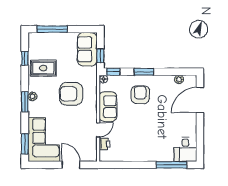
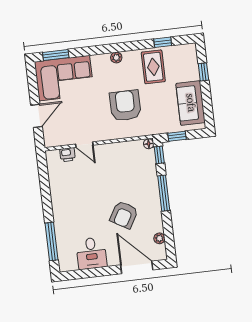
window: (52, 29) -> (203, 72), width x0.46
sofa: (87, 49) -> (191, 103), moved, turned -90
window: (144, 72) -> (164, 193), width x1.44
armchair: (140, 95) -> (124, 215), moved, turned 120
window: (25, 102) -> (108, 49), removed
sofa: (108, 107) -> (115, 153), removed
desk: (185, 149) -> (91, 253), moved, turned -90

